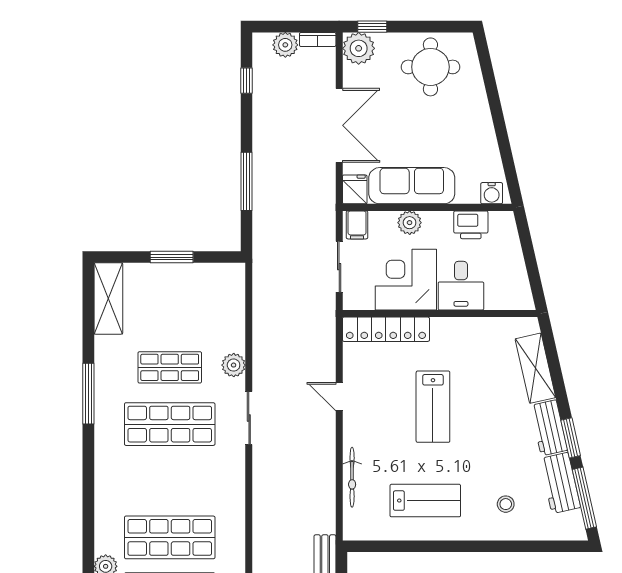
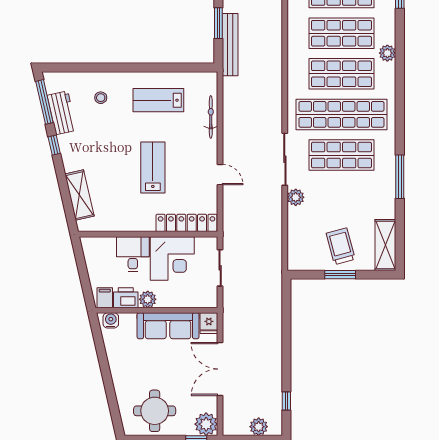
bookcase: (318, 40) -> (235, 431), removed
window: (247, 181) -> (286, 329), removed
plant: (410, 223) -> (148, 299), moved
filing cabinet: (357, 225) -> (105, 298), moved
trolley: (171, 297) -> (341, 246), added
shop shelf: (170, 367) -> (341, 114), moved, width x2.00, depth x1.36
sliding door: (249, 418) -> (285, 159), width x1.37
workbench: (549, 428) -> (70, 152), removed
window: (571, 438) -> (54, 145), width x0.67

